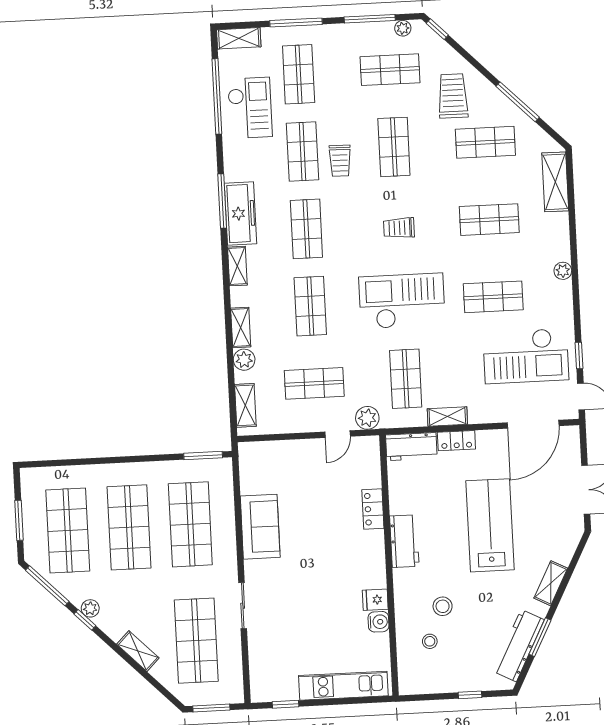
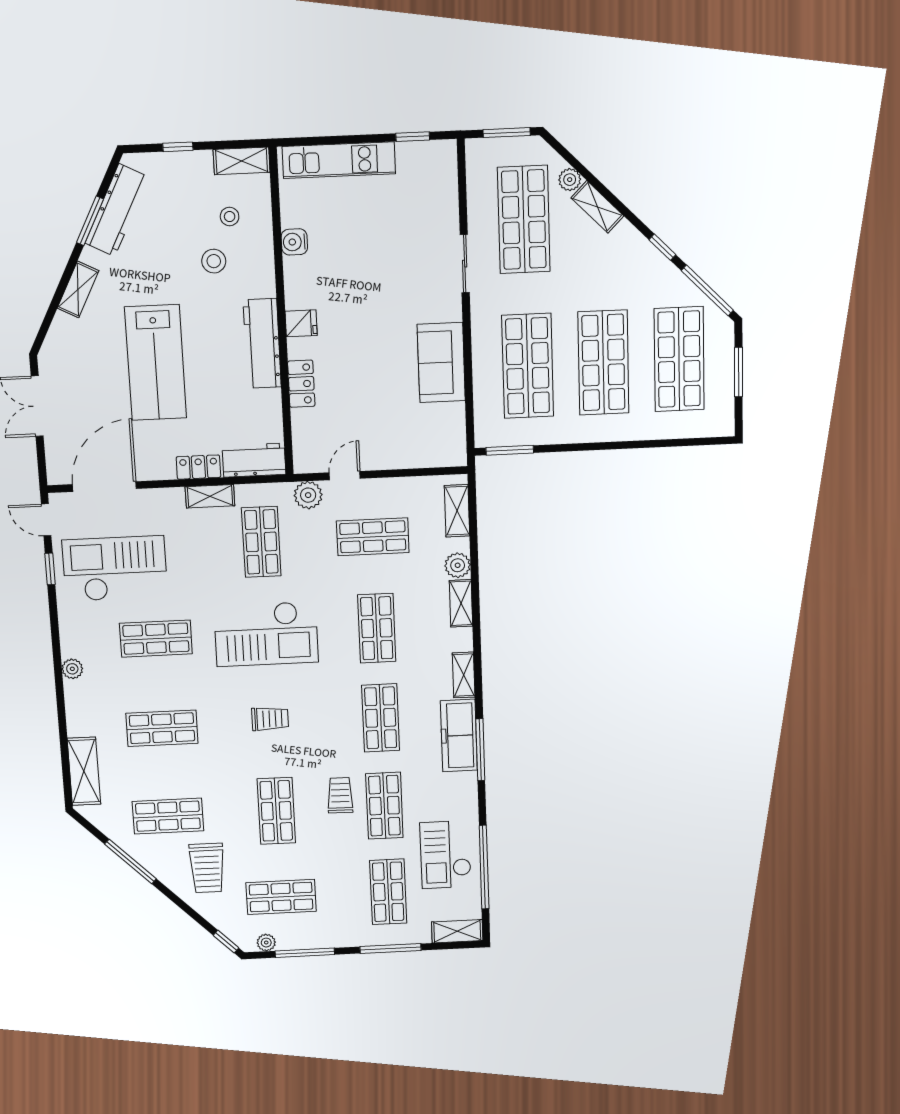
workbench: (404, 541) -> (262, 343), width x1.37
fridge: (375, 600) -> (301, 323), moved
plant: (90, 608) -> (570, 180), moved
shelving: (420, 684) -> (242, 161), added

